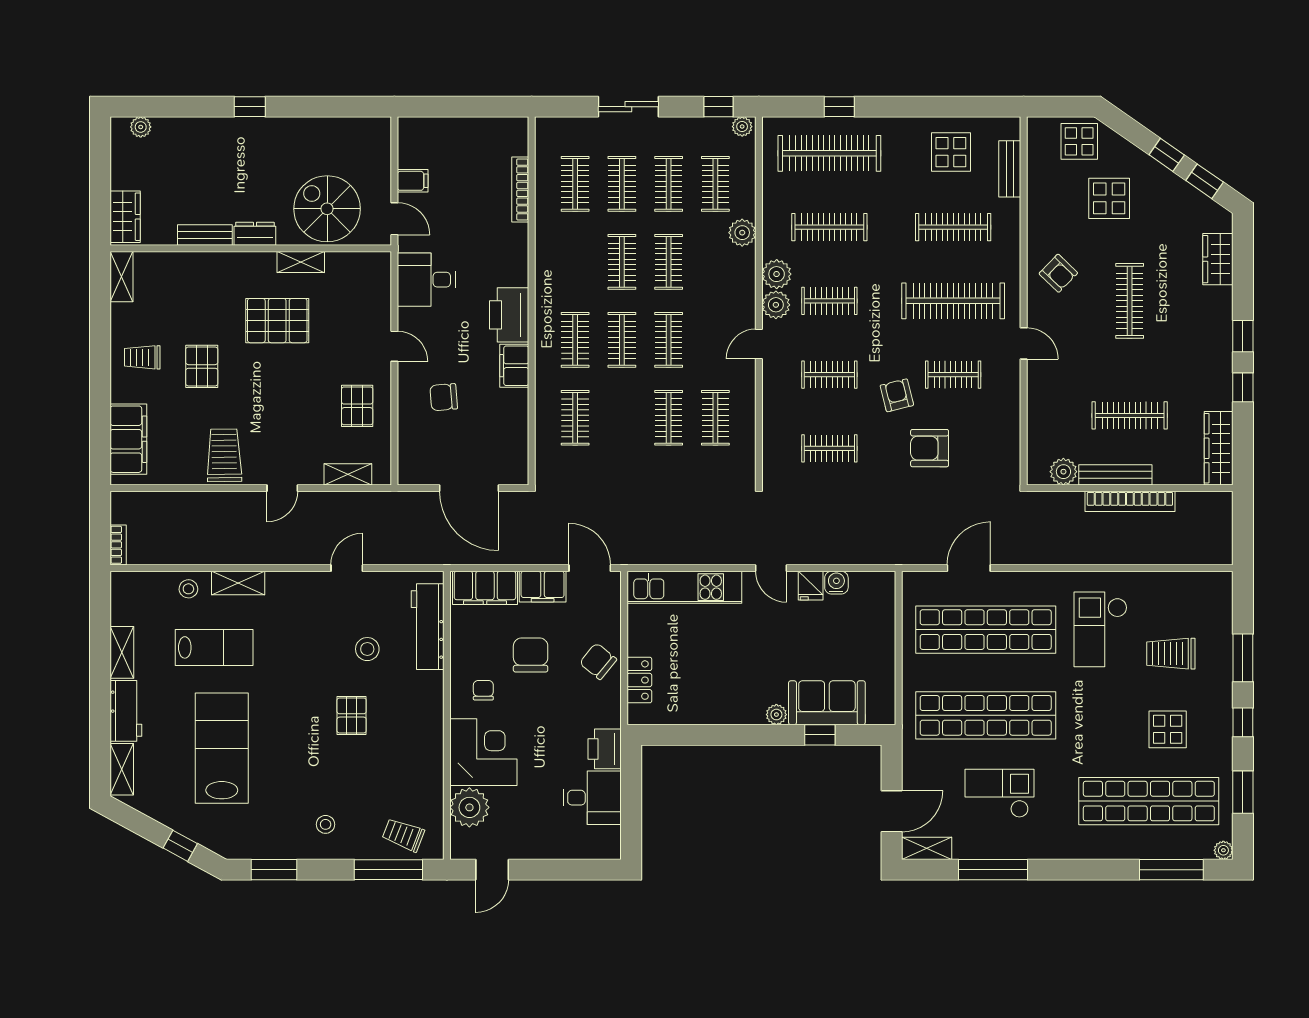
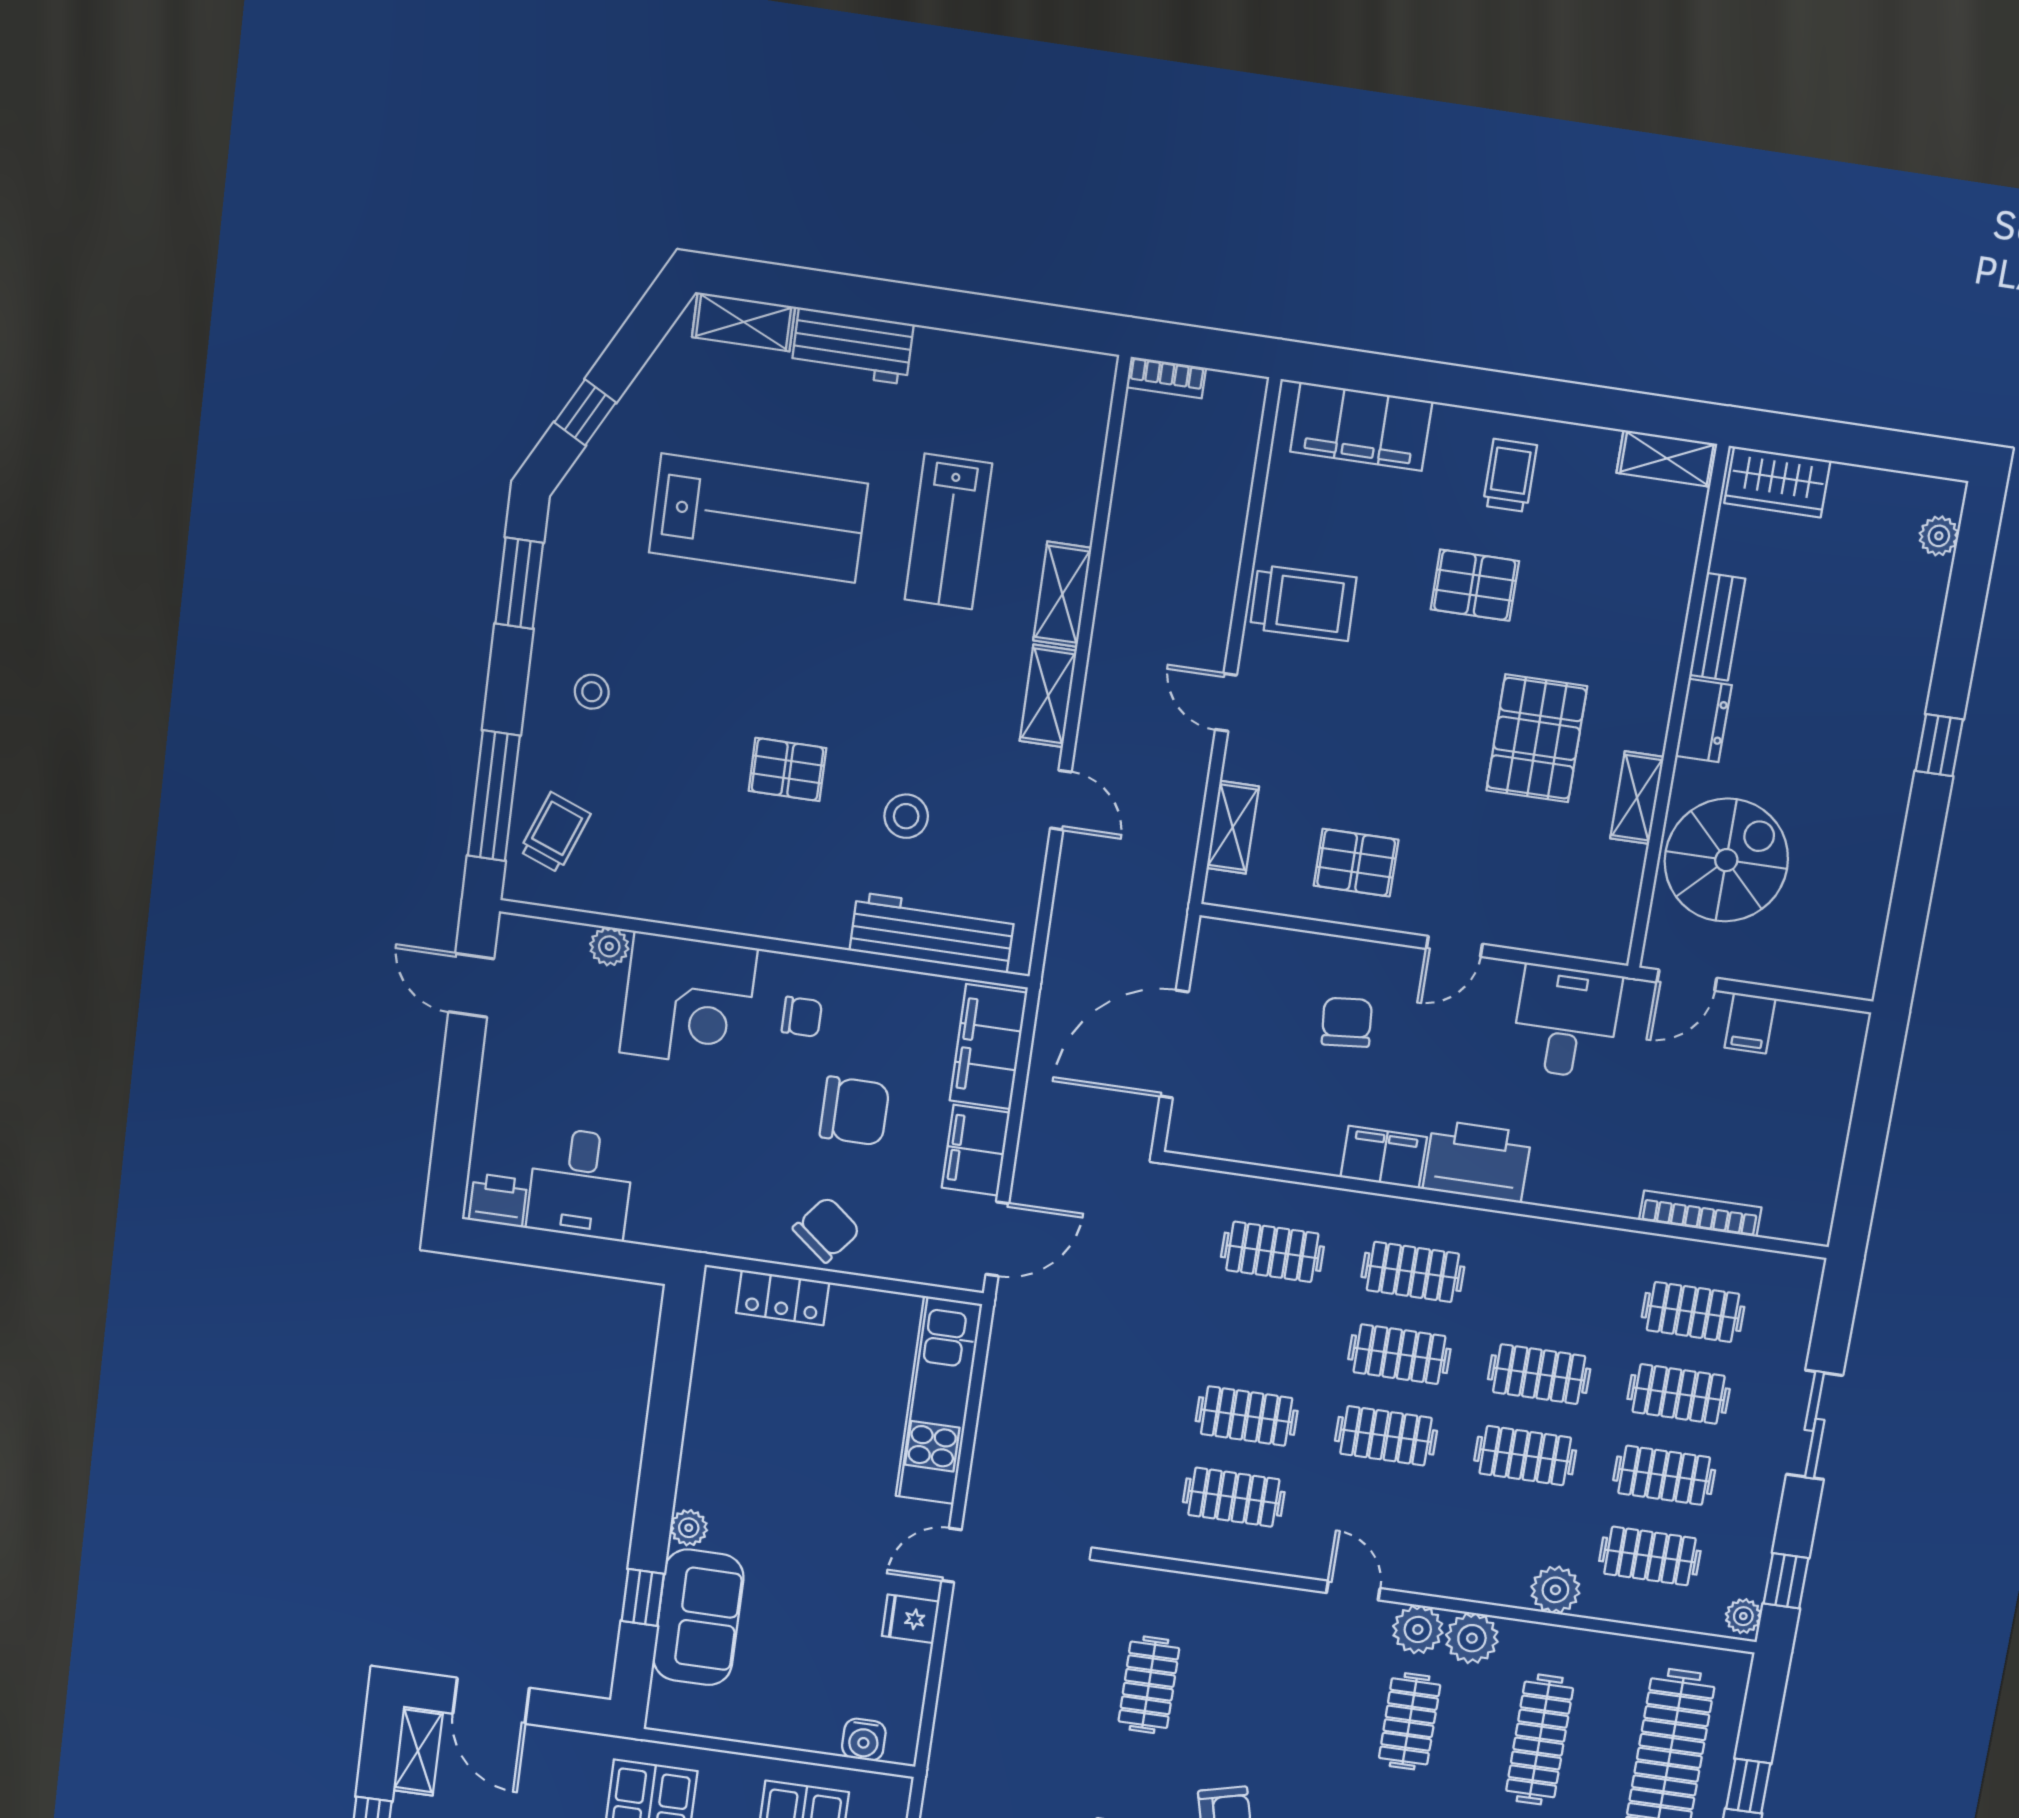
clothes rail: (829, 375) -> (1279, 1703), removed
water cooler: (836, 583) -> (864, 1740), moved, turned 90
stool: (188, 589) -> (1065, 499), removed
shelving: (122, 652) -> (1048, 696), moved, turned 90
printer: (605, 749) -> (498, 1200), moved, width x0.73, depth x0.81
plant: (469, 807) -> (609, 946), width x0.53, depth x0.53

